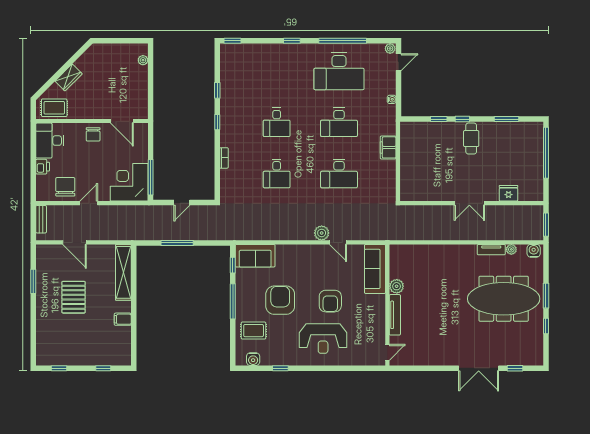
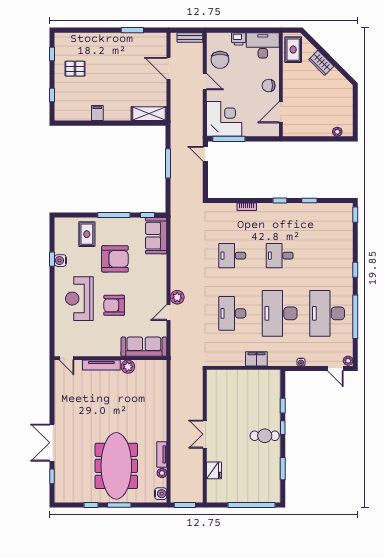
desk: (339, 122) -> (280, 313), width x1.36, depth x1.30
chair: (65, 187) -> (220, 60), turned 90
door: (182, 203) -> (205, 154), moved
door: (74, 242) -> (169, 68), hinge flipped
shelving: (123, 272) -> (149, 114), width x0.68
pallet: (74, 297) -> (75, 69), moved, width x0.67, depth x0.71
water cooler: (253, 359) -> (60, 261), moved

